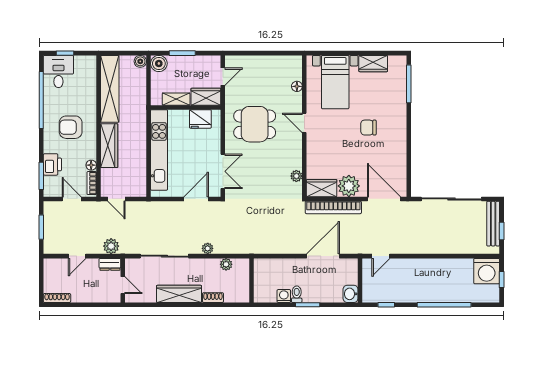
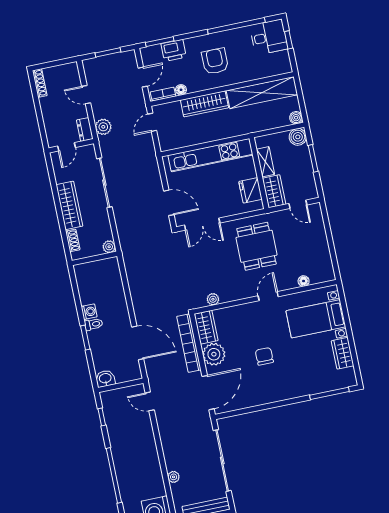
chair: (368, 128) -> (264, 356), moved
plant: (208, 248) -> (174, 477), moved
wall: (251, 280) -> (95, 258), moved

